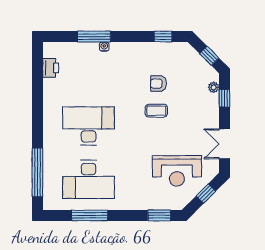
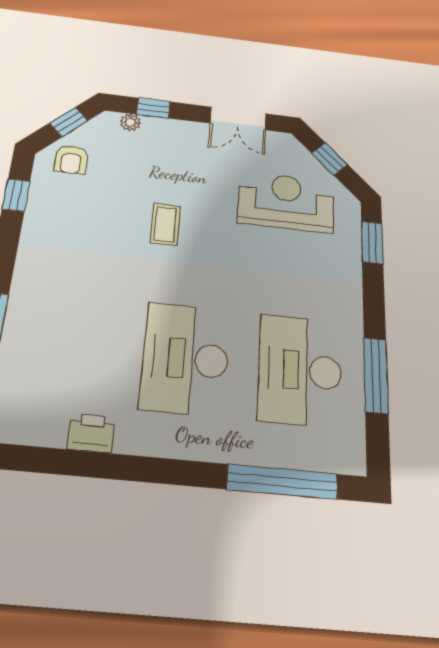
water cooler: (104, 47) -> (17, 309), removed
printer: (51, 68) -> (91, 433), moved
armchair: (159, 84) -> (71, 160), moved
reception desk: (177, 171) -> (286, 202), turned -90
desk: (89, 179) -> (300, 370), turned 180

